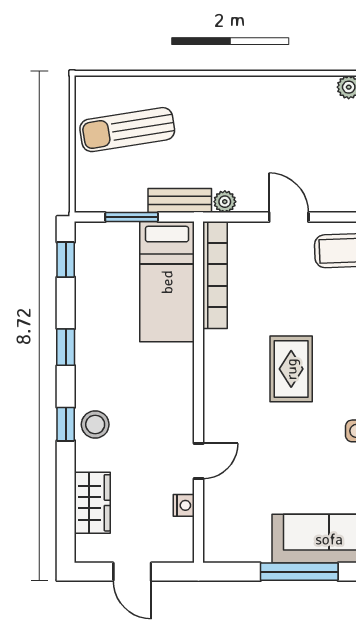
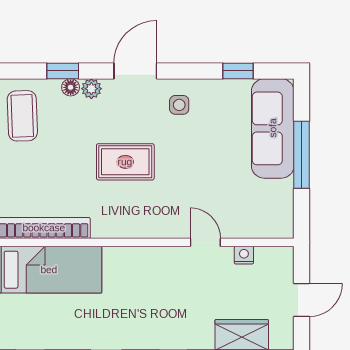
stool: (95, 424) -> (174, 332), removed

